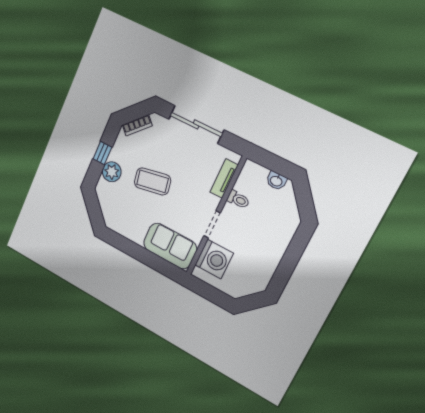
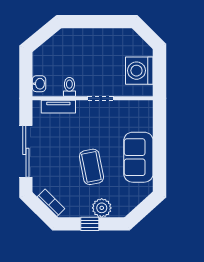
washbasin: (276, 181) -> (39, 84), moved
sofa: (170, 246) -> (138, 157), moved
washing machine: (214, 259) -> (139, 71), moved, turned -90

